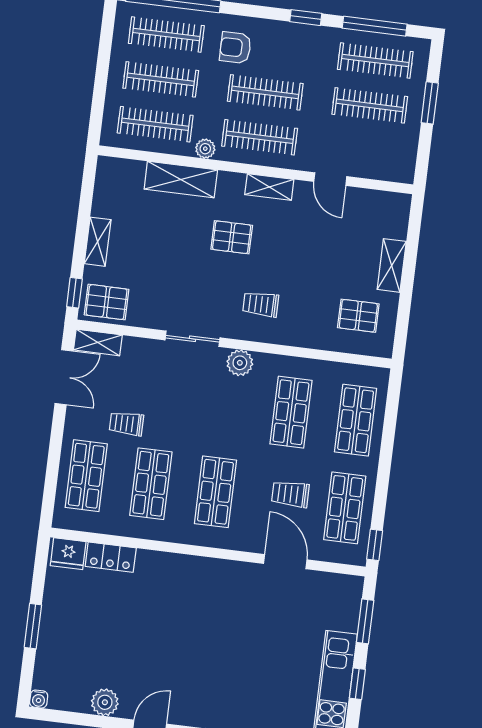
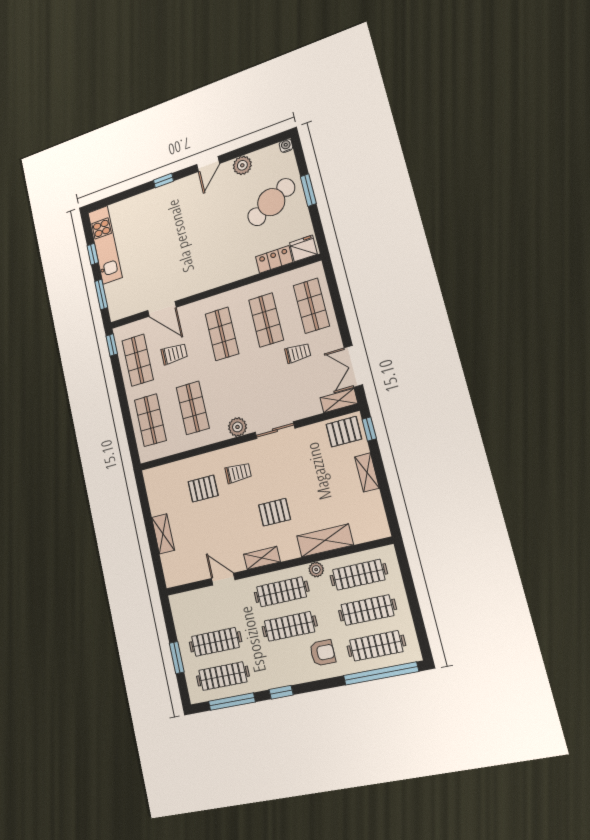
pallet: (358, 316) -> (203, 489), moved
cafe table: (86, 634) -> (271, 202), added

